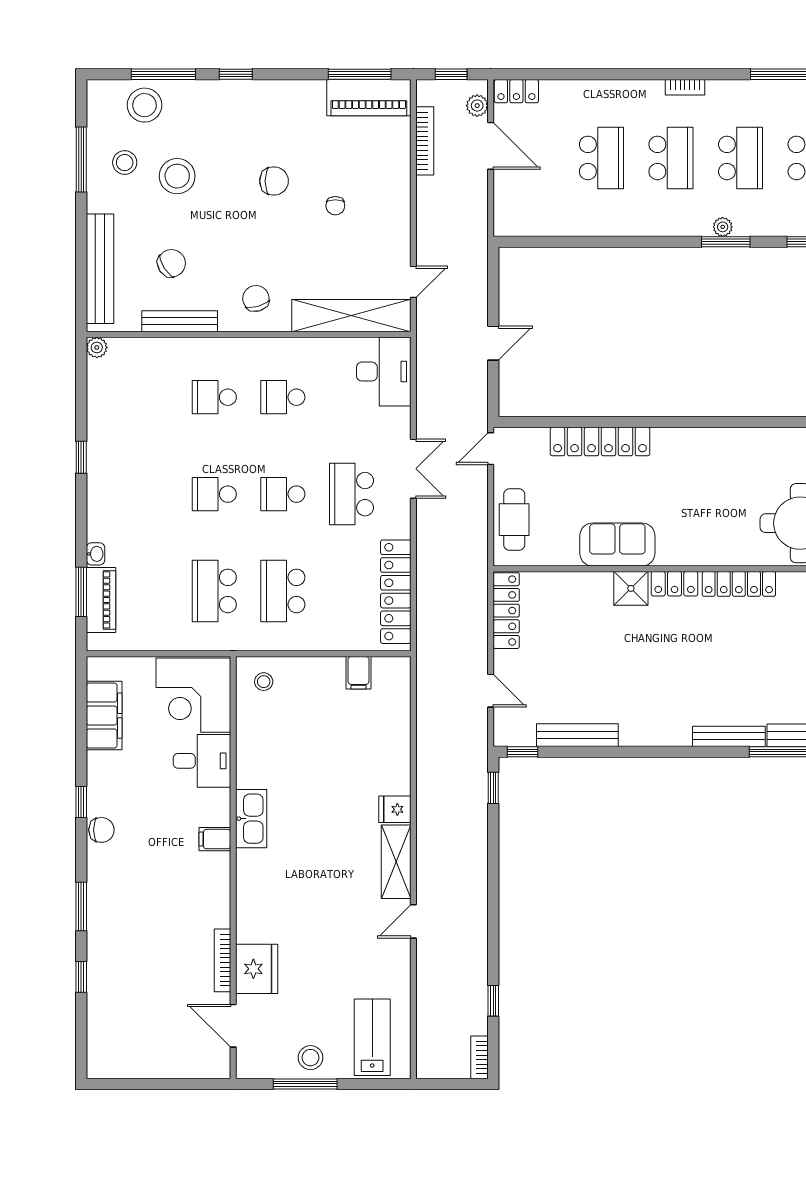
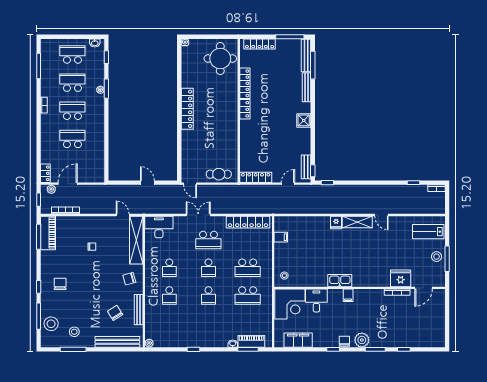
stool: (177, 176) -> (80, 311), removed
chair: (274, 181) -> (60, 284), moved
locker: (600, 442) -> (187, 109), moved
sofa: (617, 545) -> (229, 132), removed
shower: (631, 588) -> (304, 120), moved
bench: (577, 735) -> (306, 167), moved, width x0.73
plant: (105, 873) -> (362, 340), added

